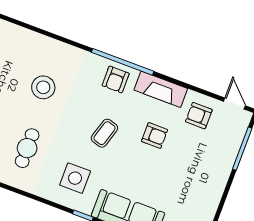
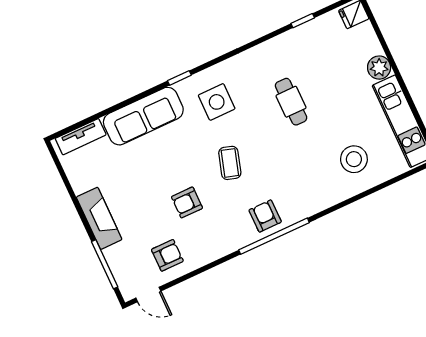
stool: (43, 87) -> (354, 159), moved
fireplace: (161, 89) -> (99, 218), moved, turned 90
cafe table: (27, 148) -> (291, 102), moved

